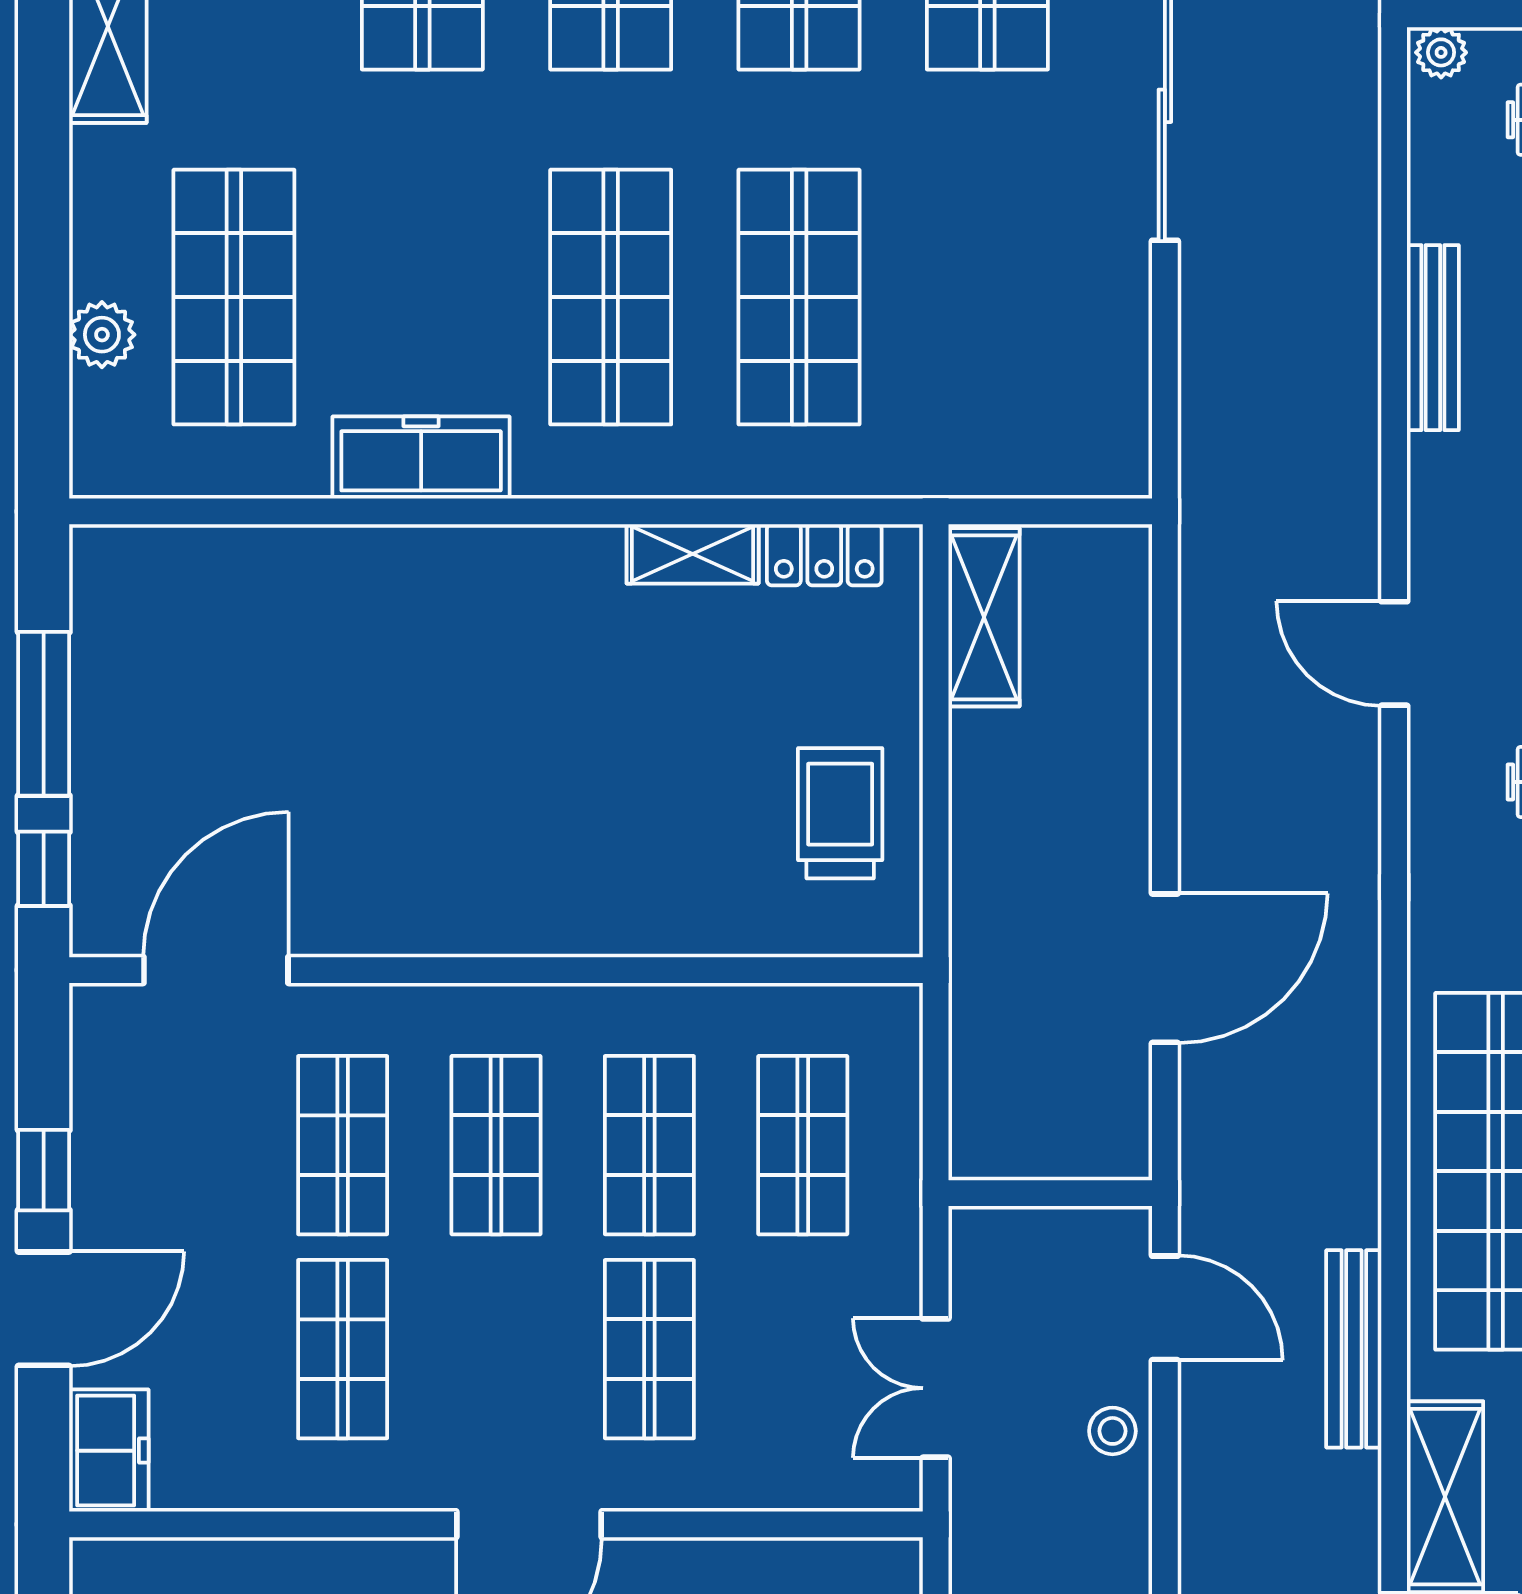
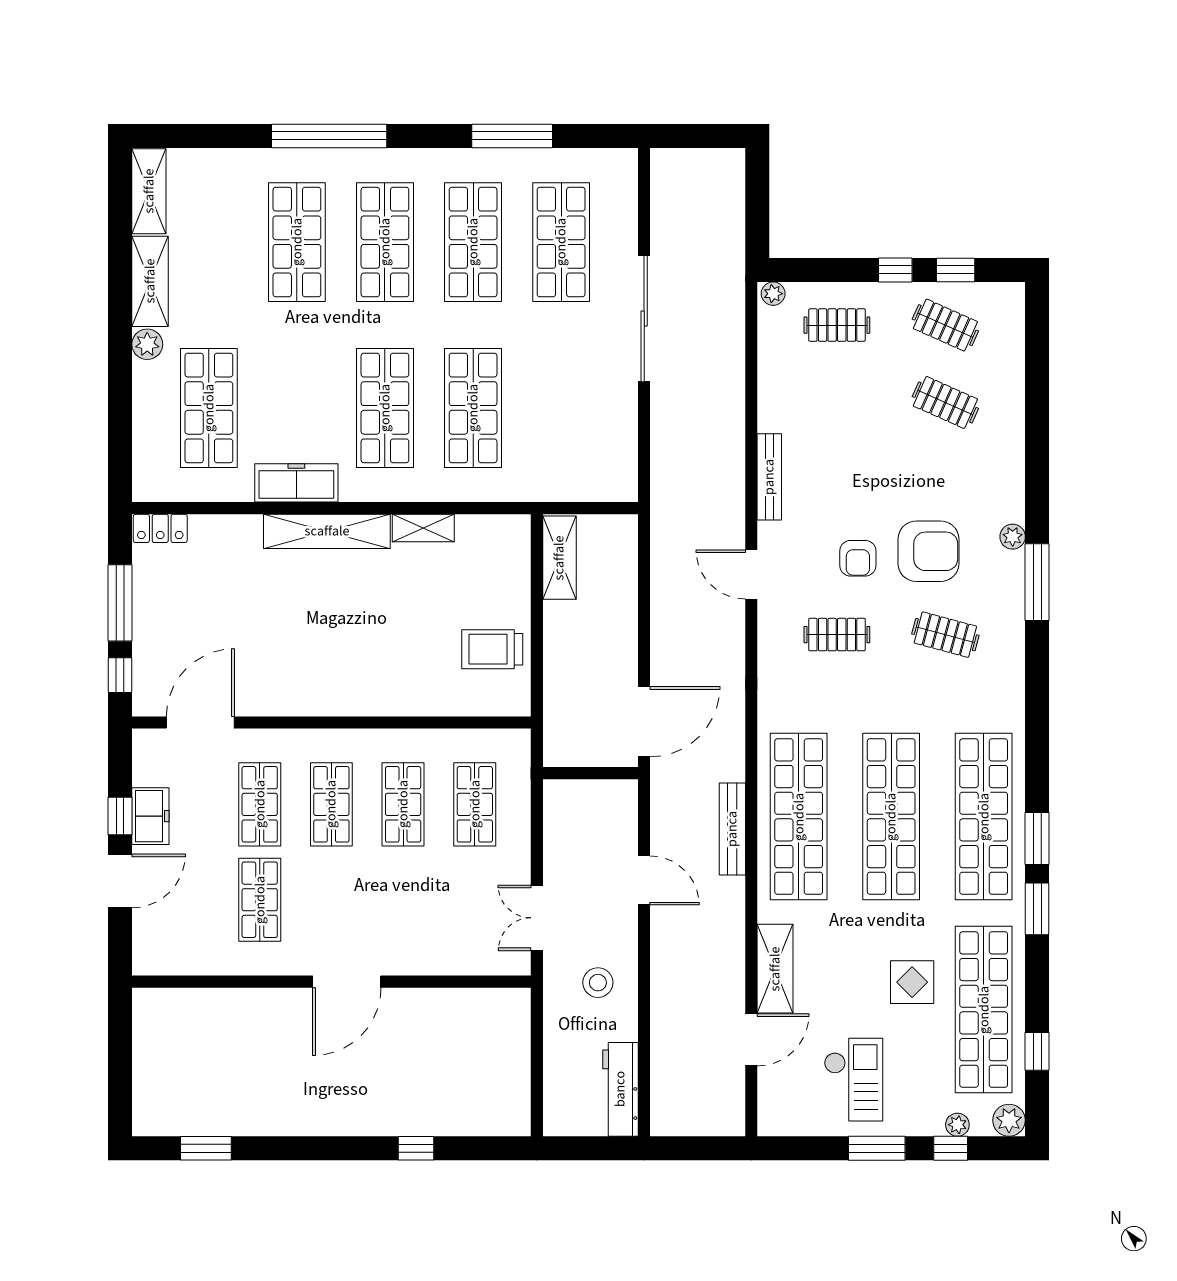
plant: (102, 335) -> (147, 344), moved
bench: (1433, 338) -> (769, 477), moved
locker: (824, 555) -> (160, 528), moved
shelving: (486, 561) -> (327, 531), added
trolley: (840, 813) -> (492, 649), turned -90
wall: (1050, 1193) -> (590, 773), moved
shop shelf: (649, 1349) -> (403, 900), removed
bench: (1354, 1349) -> (732, 829), moved
stool: (1112, 1431) -> (598, 983), moved, width x1.37, depth x1.37
freezer: (109, 1451) -> (150, 816), moved

